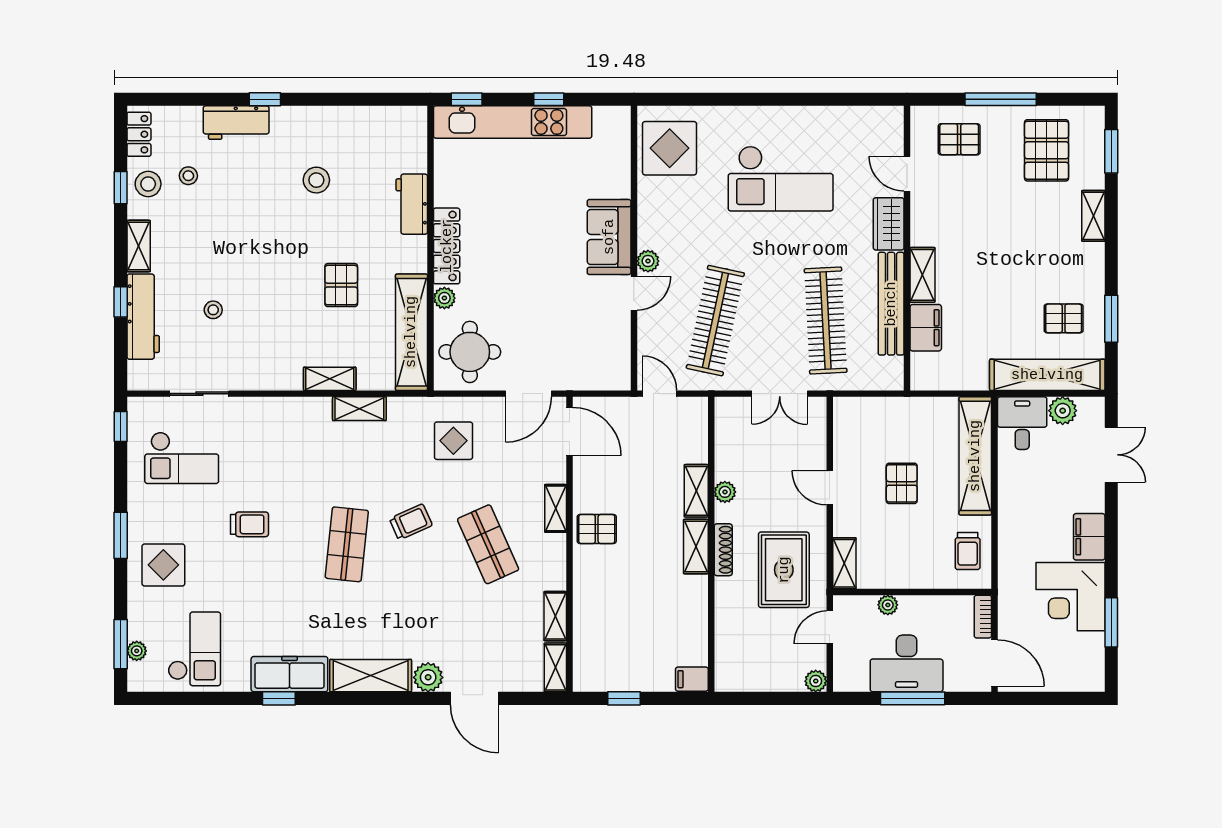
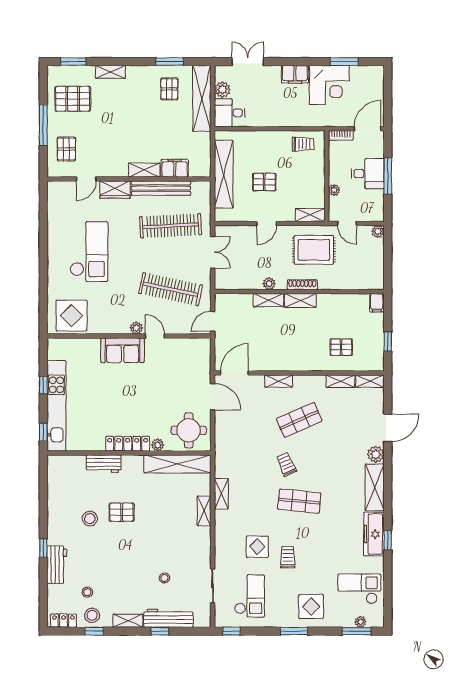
pallet: (341, 285) -> (122, 512), moved
display table: (453, 441) -> (257, 547), moved
shelving: (975, 456) -> (224, 174), moved, turned 90
pallet: (597, 529) -> (341, 347), moved, turned 90
desk: (907, 663) -> (368, 174), width x0.73

